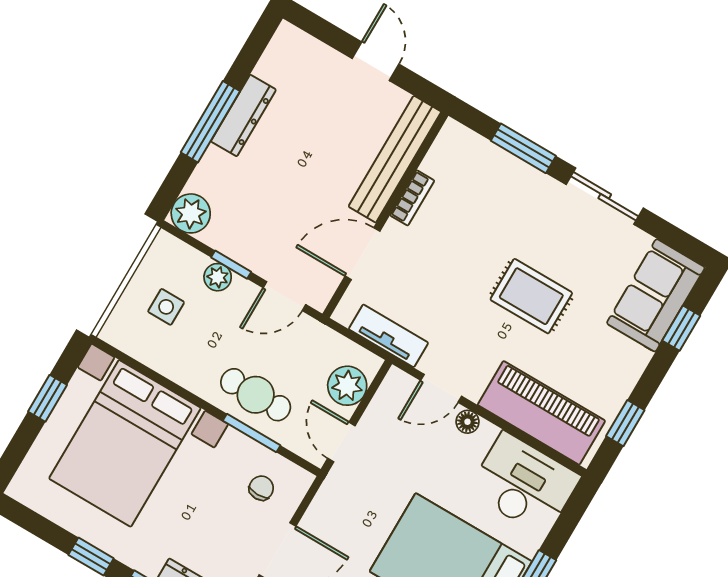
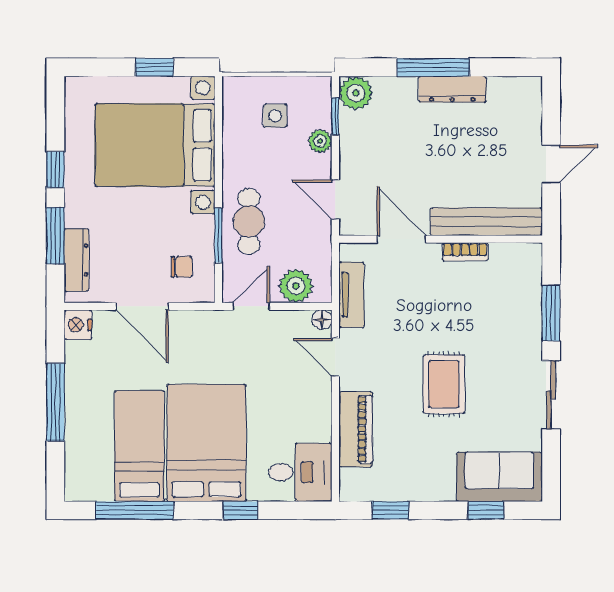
window: (231, 265) -> (335, 116), moved
piano: (541, 413) -> (356, 429), width x0.73, depth x0.75
floor lamp: (467, 422) -> (322, 320), moved
desk: (524, 484) -> (300, 472), width x0.73

